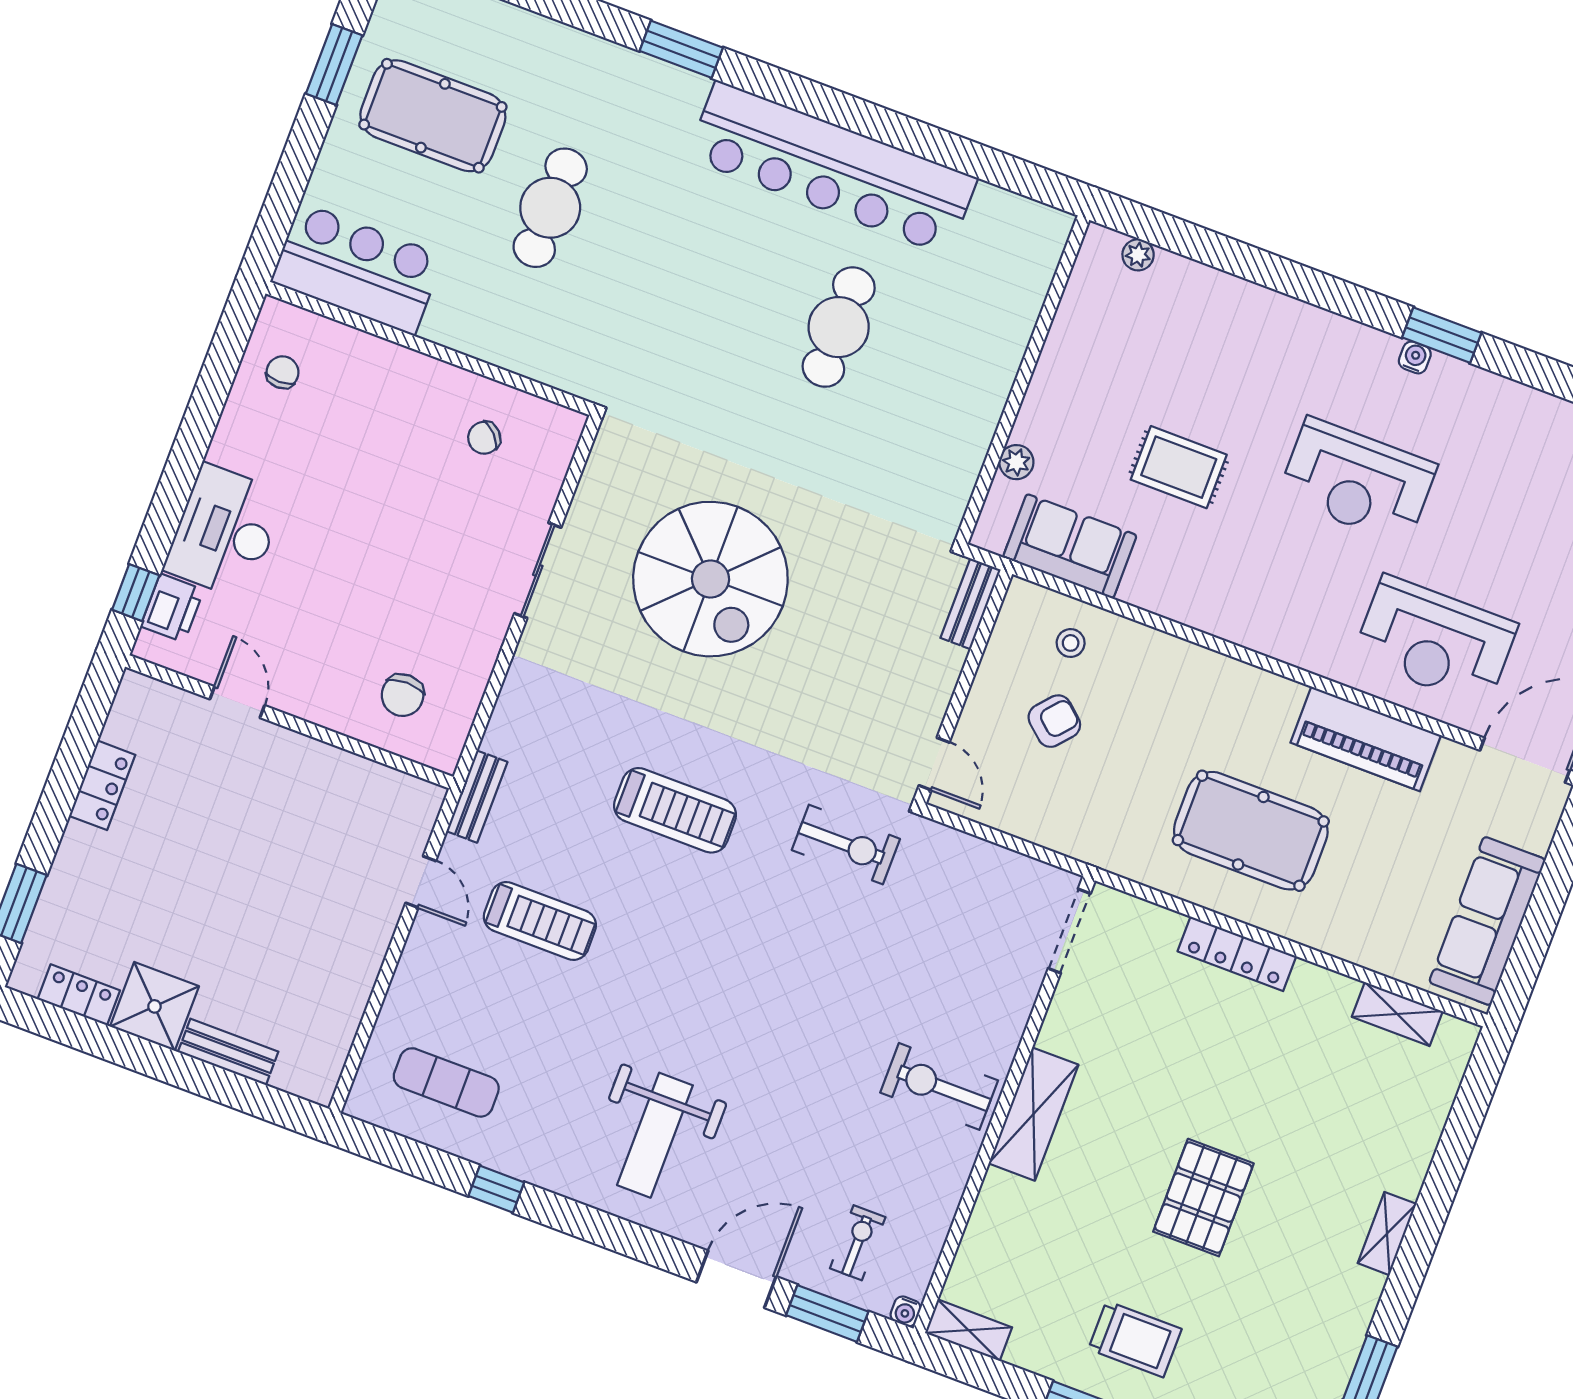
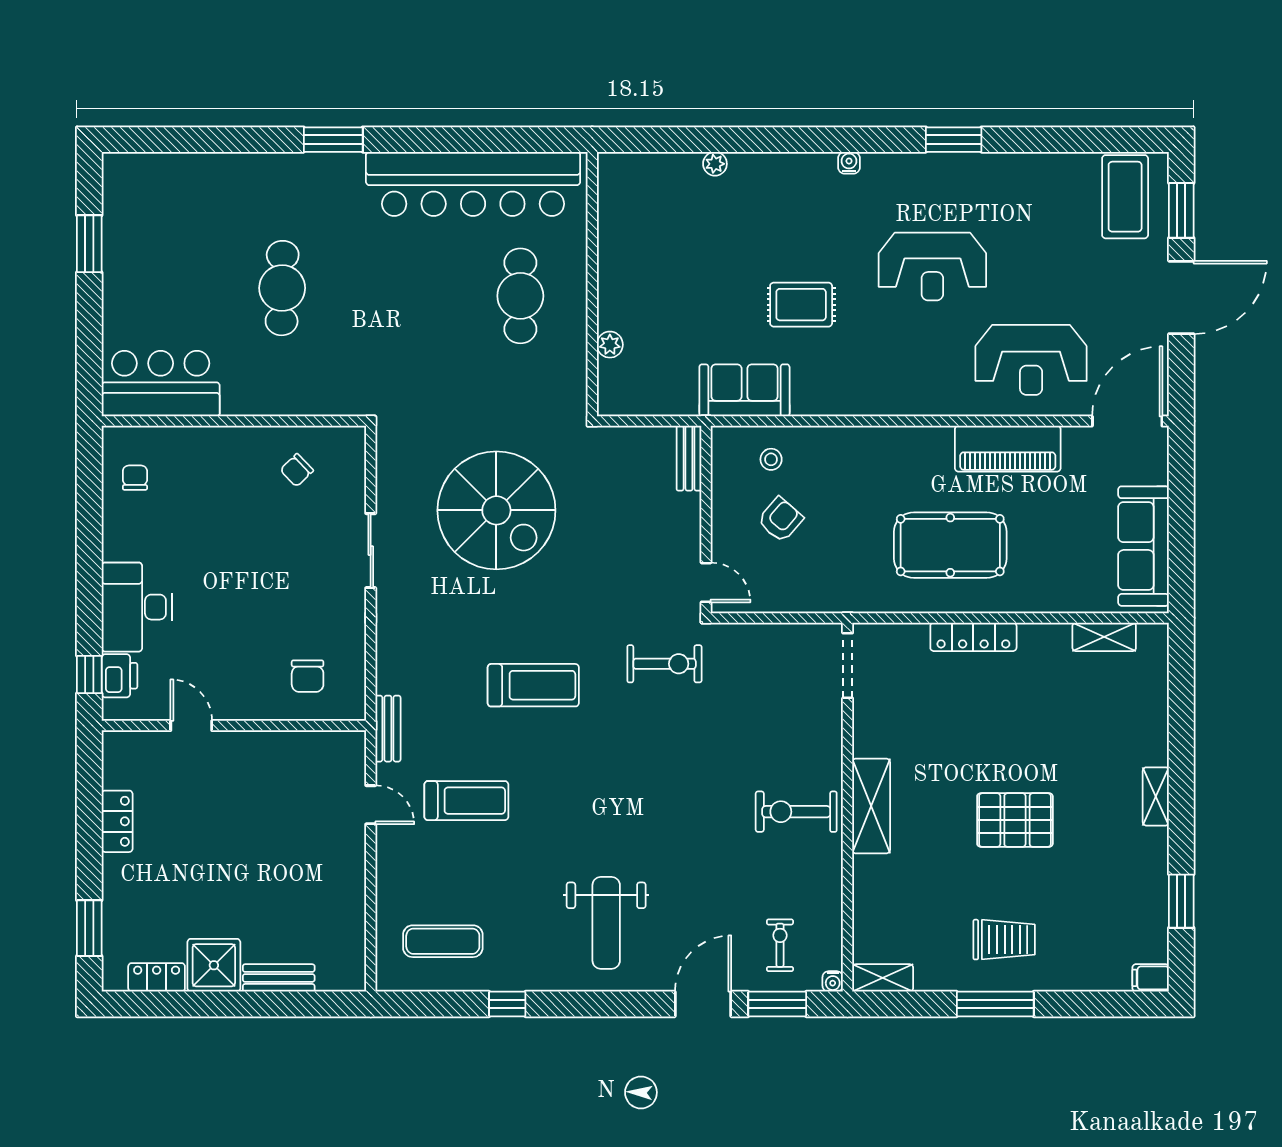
pool table: (433, 116) -> (174, 254), removed
water cooler: (1415, 357) -> (849, 163), moved
wall: (1023, 380) -> (592, 284), moved
plant: (1016, 462) -> (610, 345), moved
pallet: (1203, 1198) -> (1015, 820), turned 90

